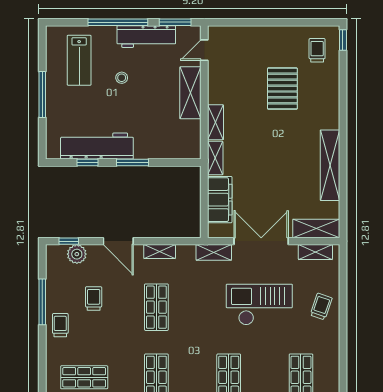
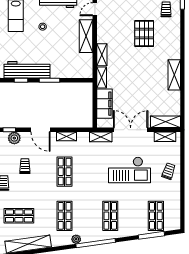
shelving: (330, 165) -> (174, 75), width x0.68
checkout: (259, 305) -> (130, 170), turned 180

